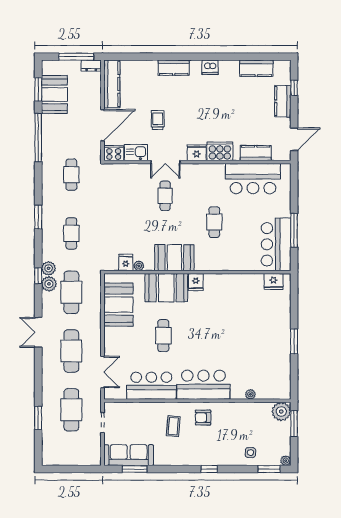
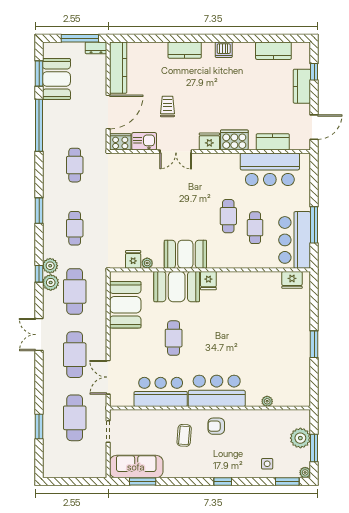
cafe table: (165, 196) -> (255, 228), moved
double door: (102, 372) -> (108, 377), swing flipped
plant: (281, 412) -> (300, 438), moved
window: (294, 424) -> (314, 448), moved

